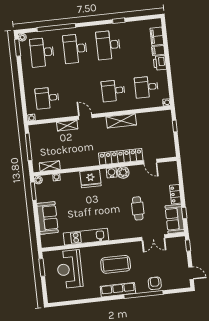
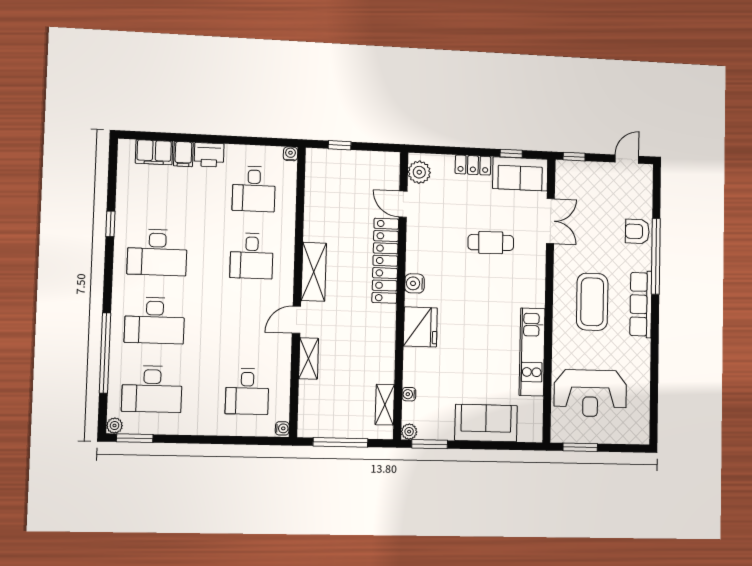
shelving: (121, 121) -> (314, 272), moved
door: (150, 162) -> (403, 204), swing flipped
plant: (123, 173) -> (419, 172), moved

